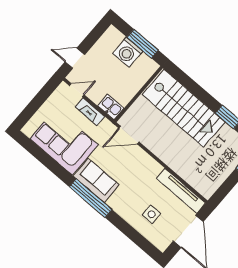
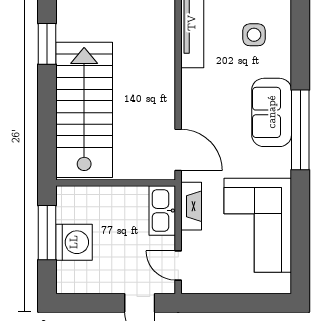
kitchen sink: (111, 107) -> (162, 211), width x1.38
fireplace: (90, 112) -> (191, 206), moved
sofa: (96, 180) -> (272, 112), moved

